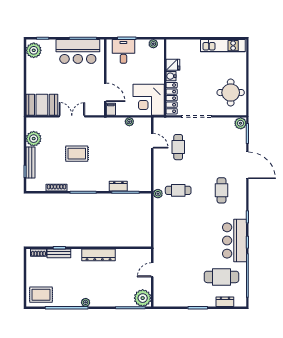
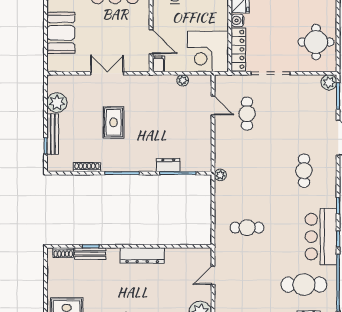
booth: (42, 105) -> (61, 33), moved, turned 90
rug: (77, 154) -> (114, 122), turned 90
cafe table: (178, 190) -> (247, 228), moved

